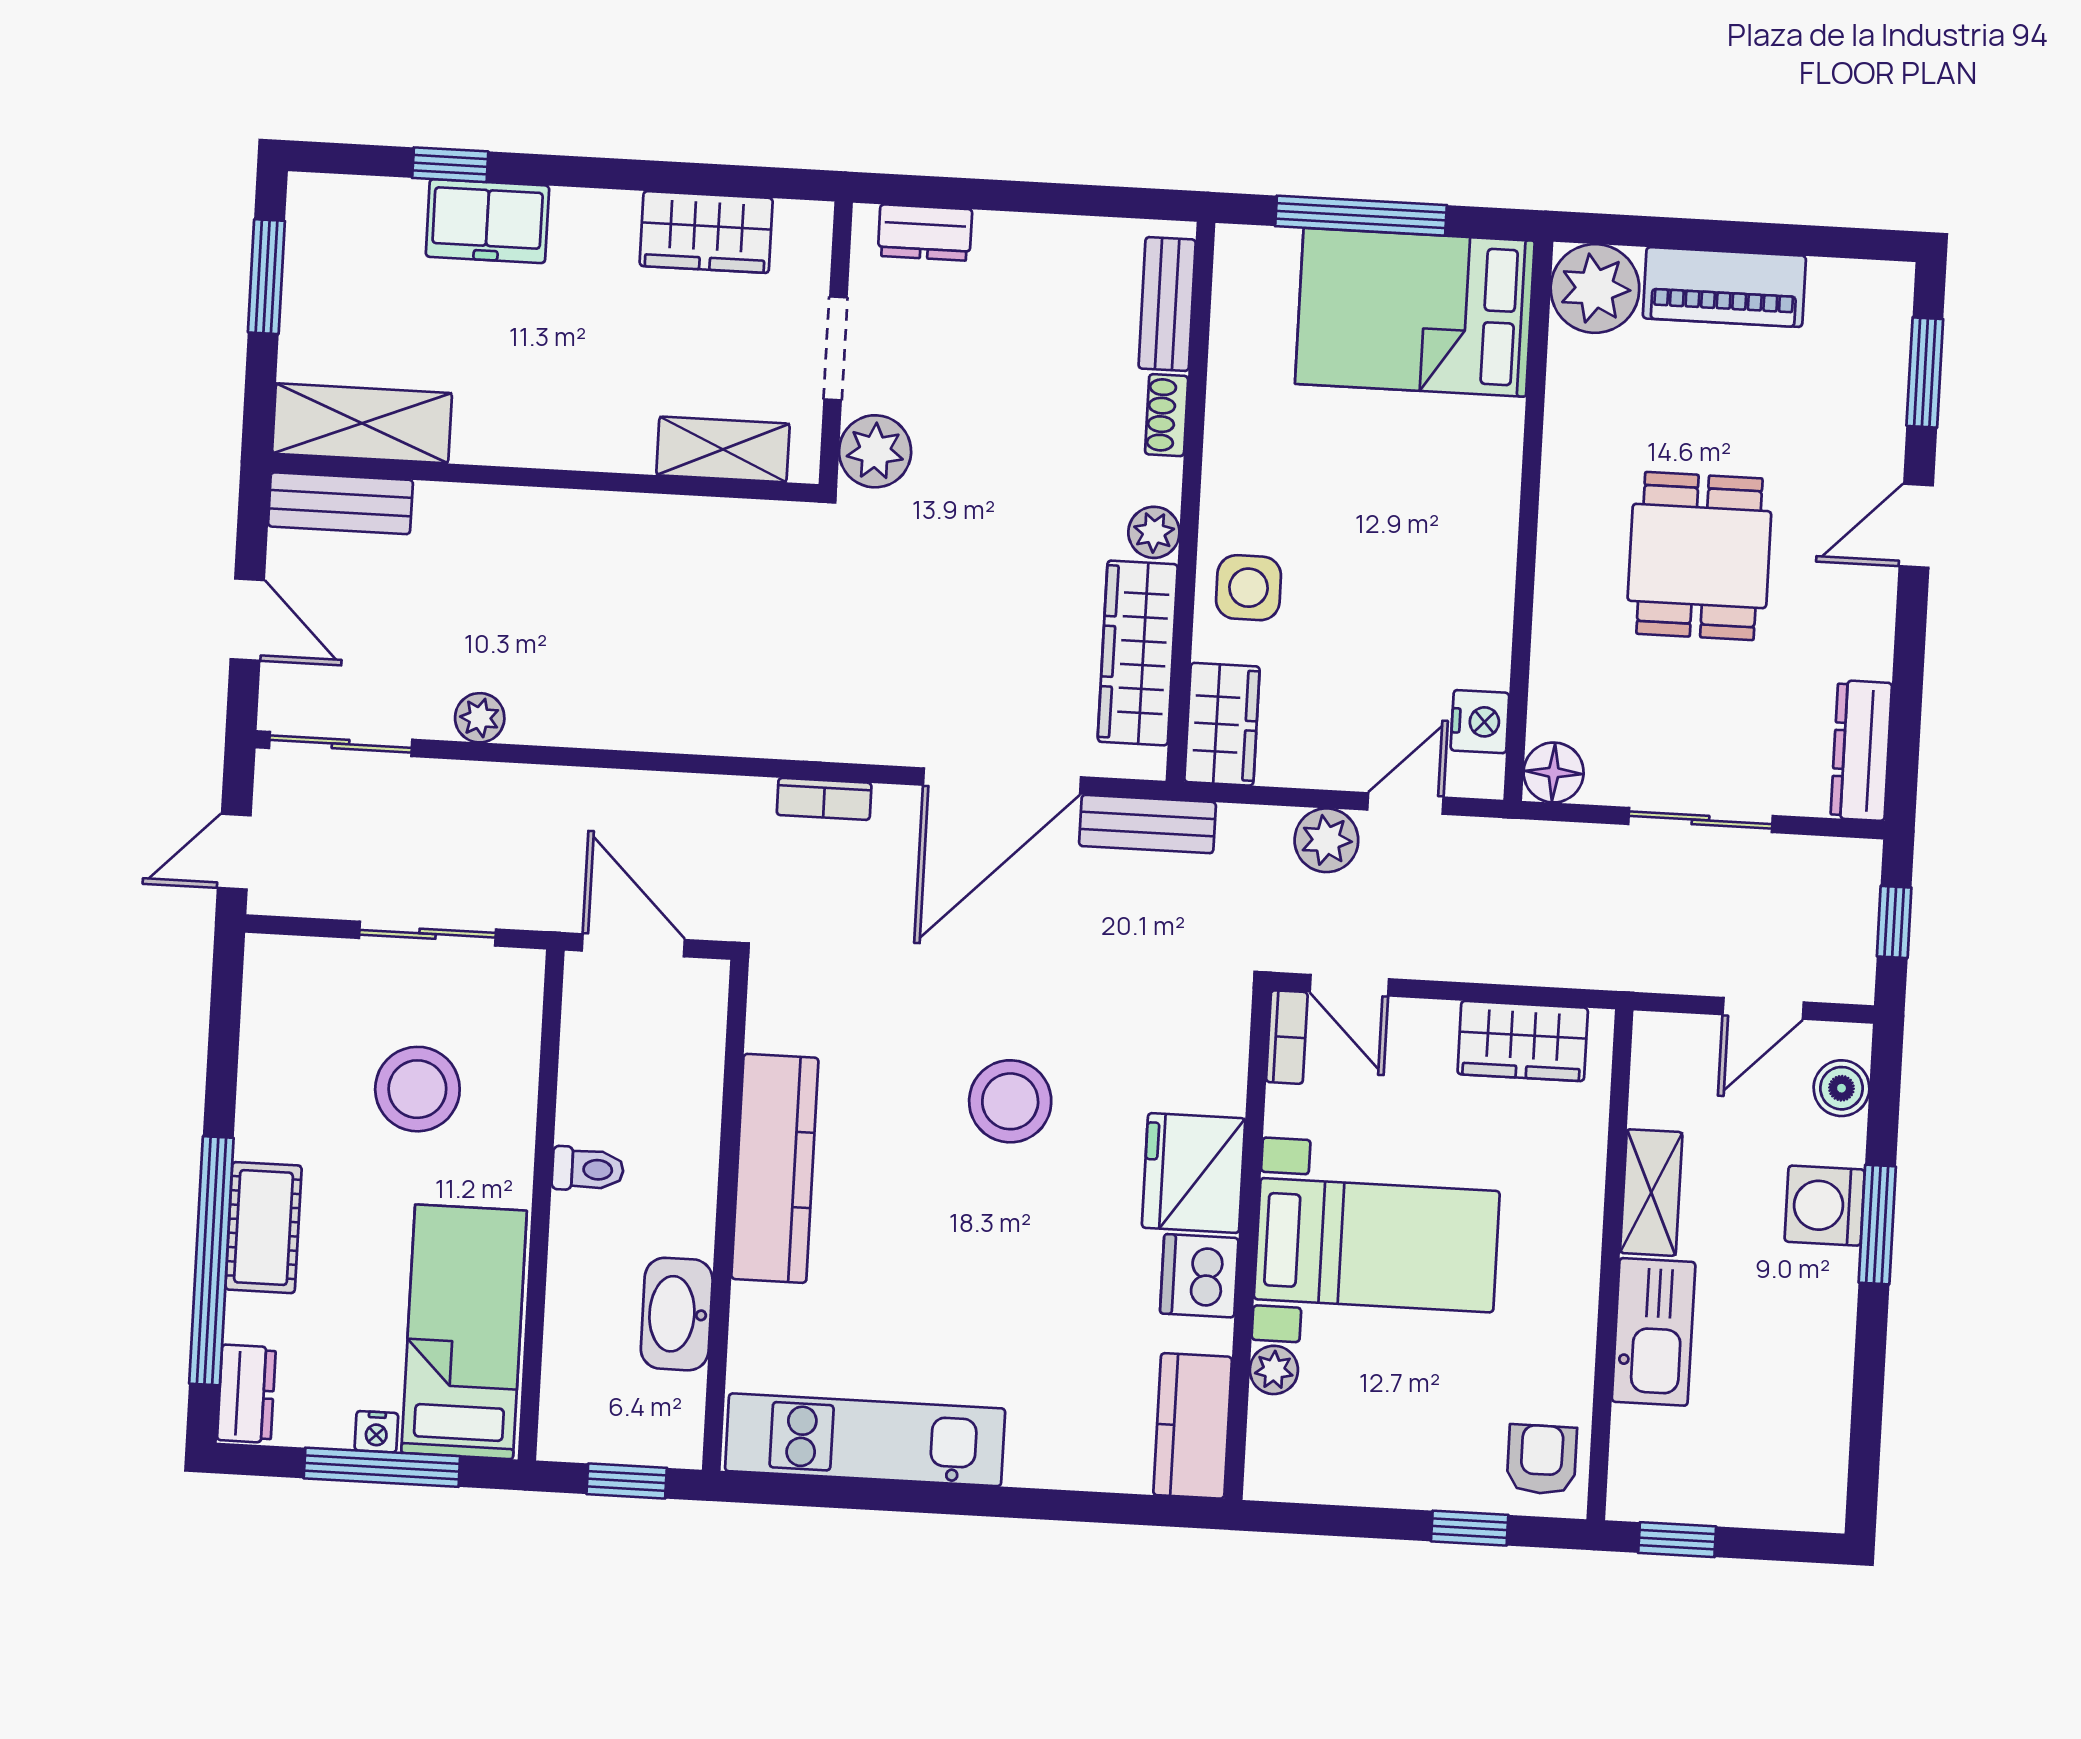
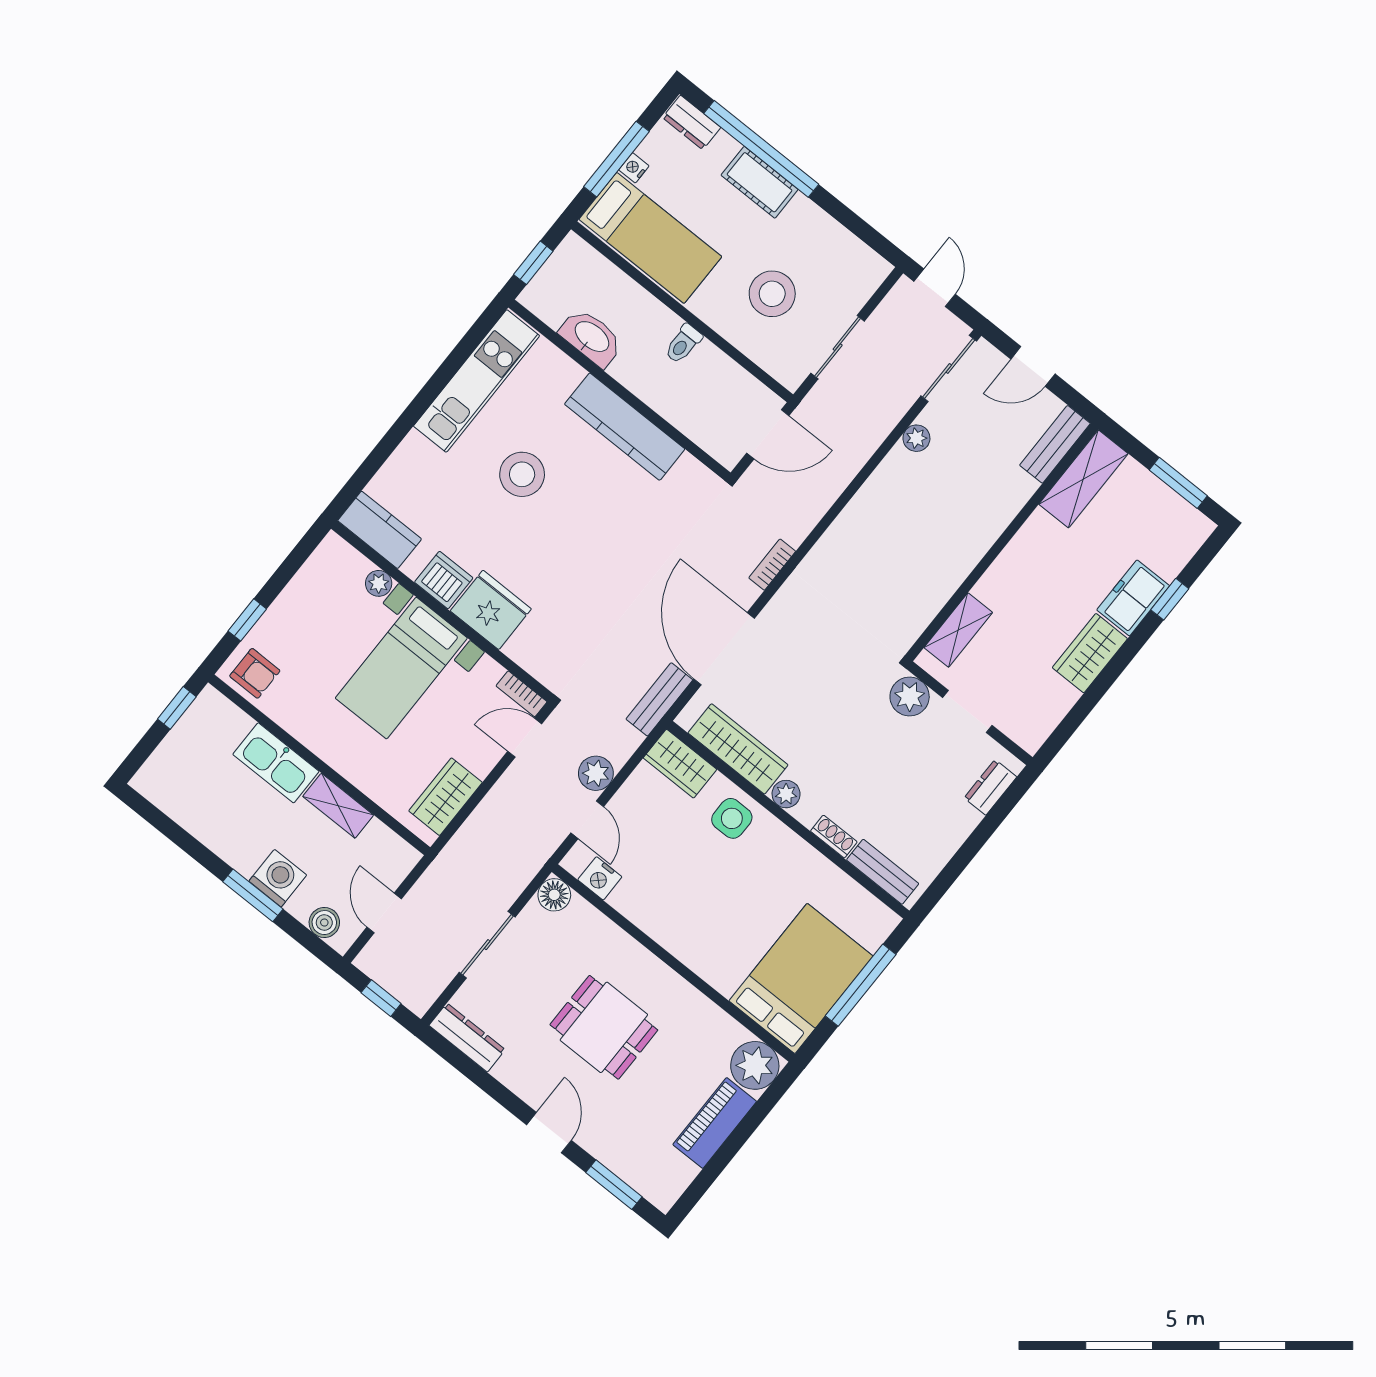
wardrobe: (706, 232) -> (1090, 653), moved
stool: (1010, 1101) -> (522, 474), moved

